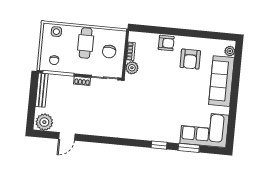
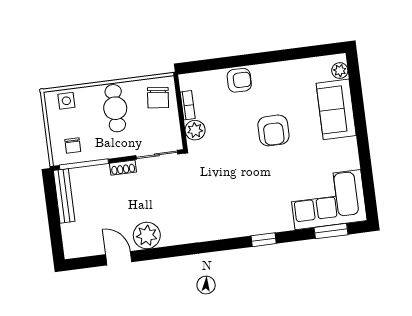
chair: (109, 52) -> (158, 98), moved
armchair: (190, 59) -> (273, 130), moved
sofa: (221, 81) -> (336, 109), width x0.73
plant: (44, 122) -> (147, 235), moved
door: (67, 136) -> (119, 258), swing flipped
window: (189, 148) -> (331, 231), moved

